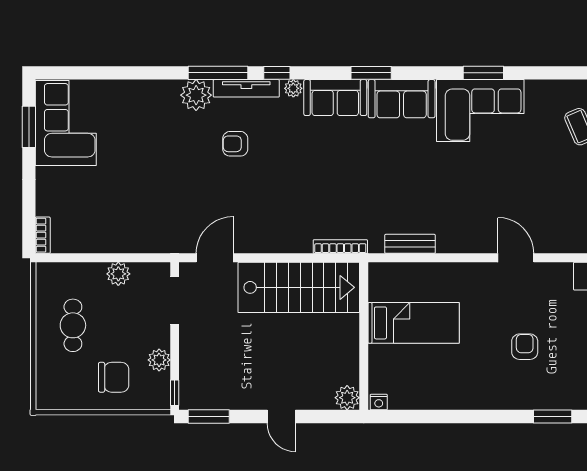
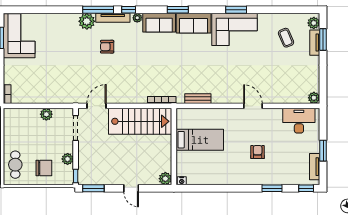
cafe table: (73, 325) -> (15, 165), moved

